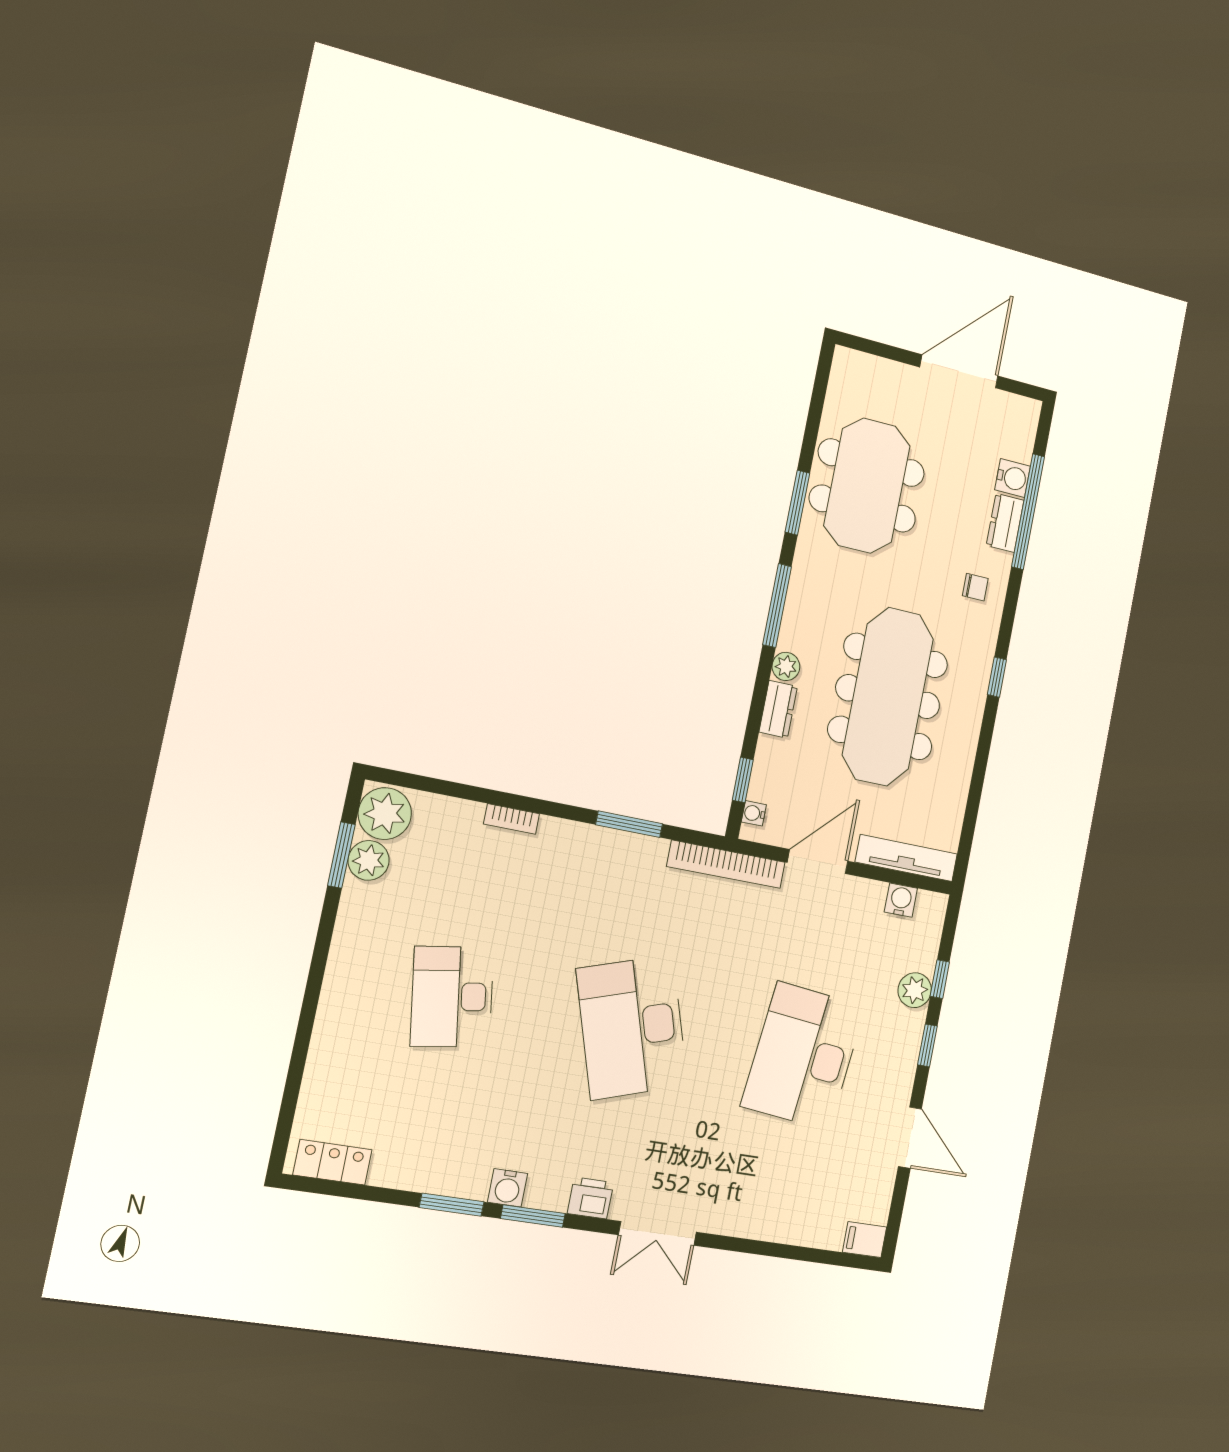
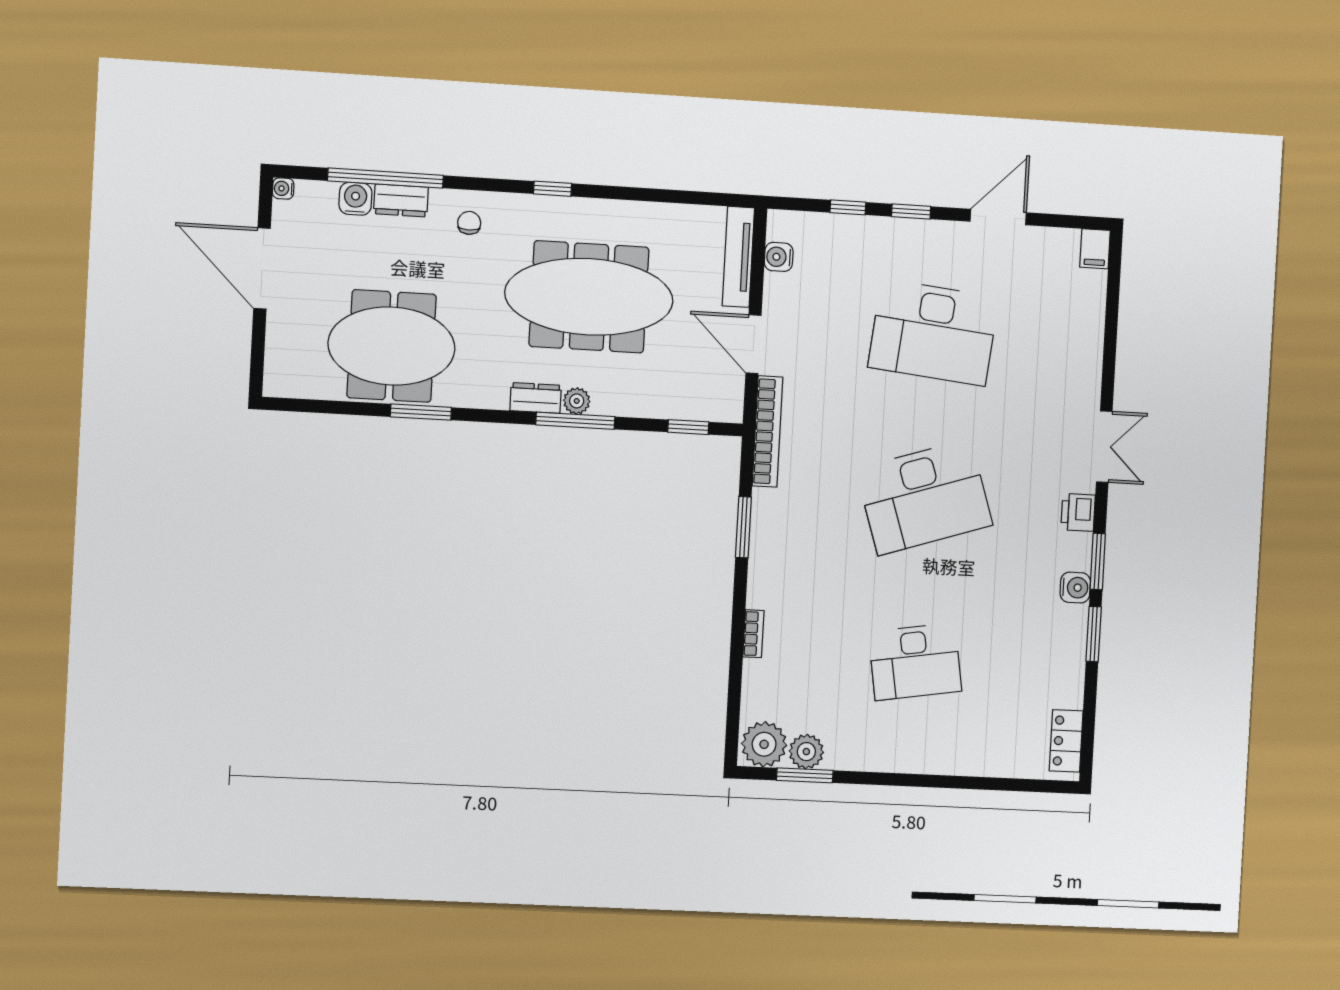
window: (777, 606) -> (575, 421), moved
dresser: (778, 709) -> (536, 398), moved
water cooler: (754, 813) -> (283, 188), moved, turned 90
plant: (915, 990) -> (861, 231), removed

